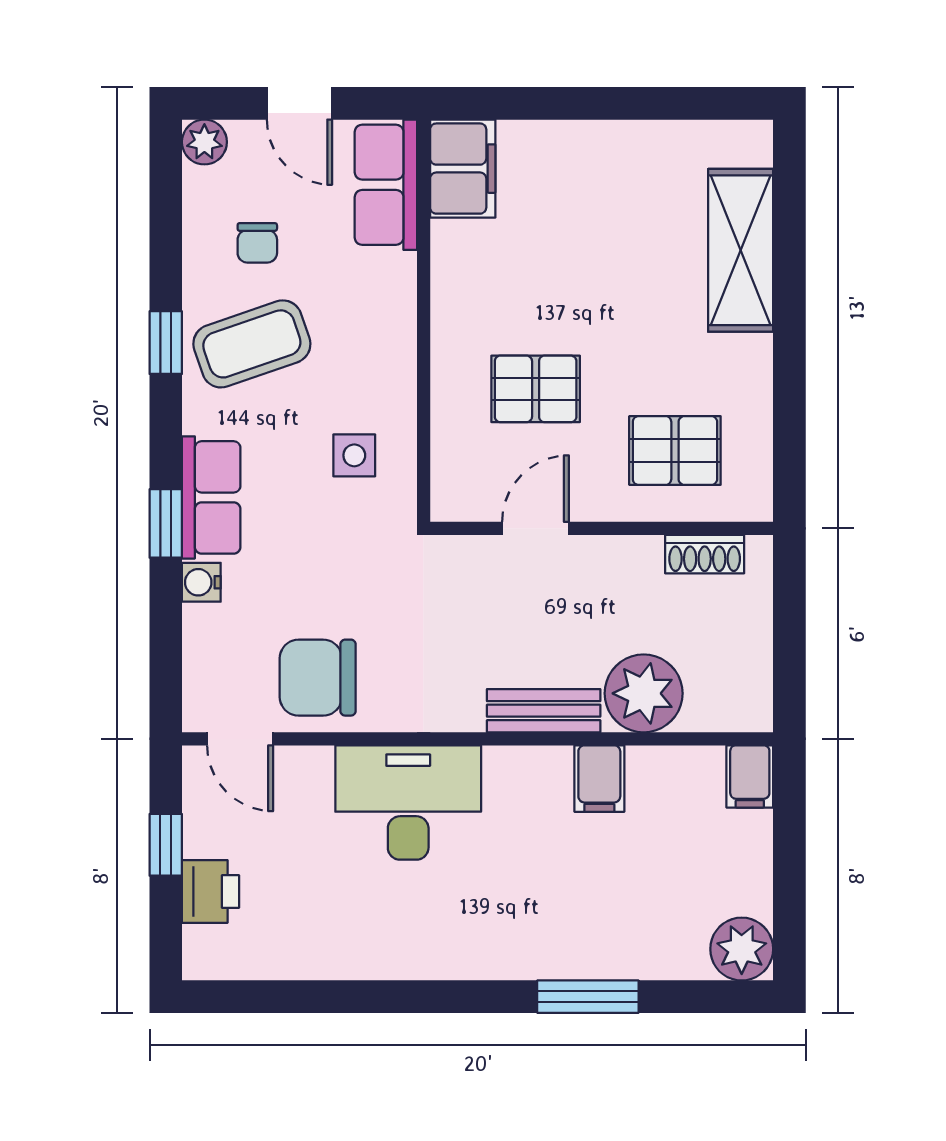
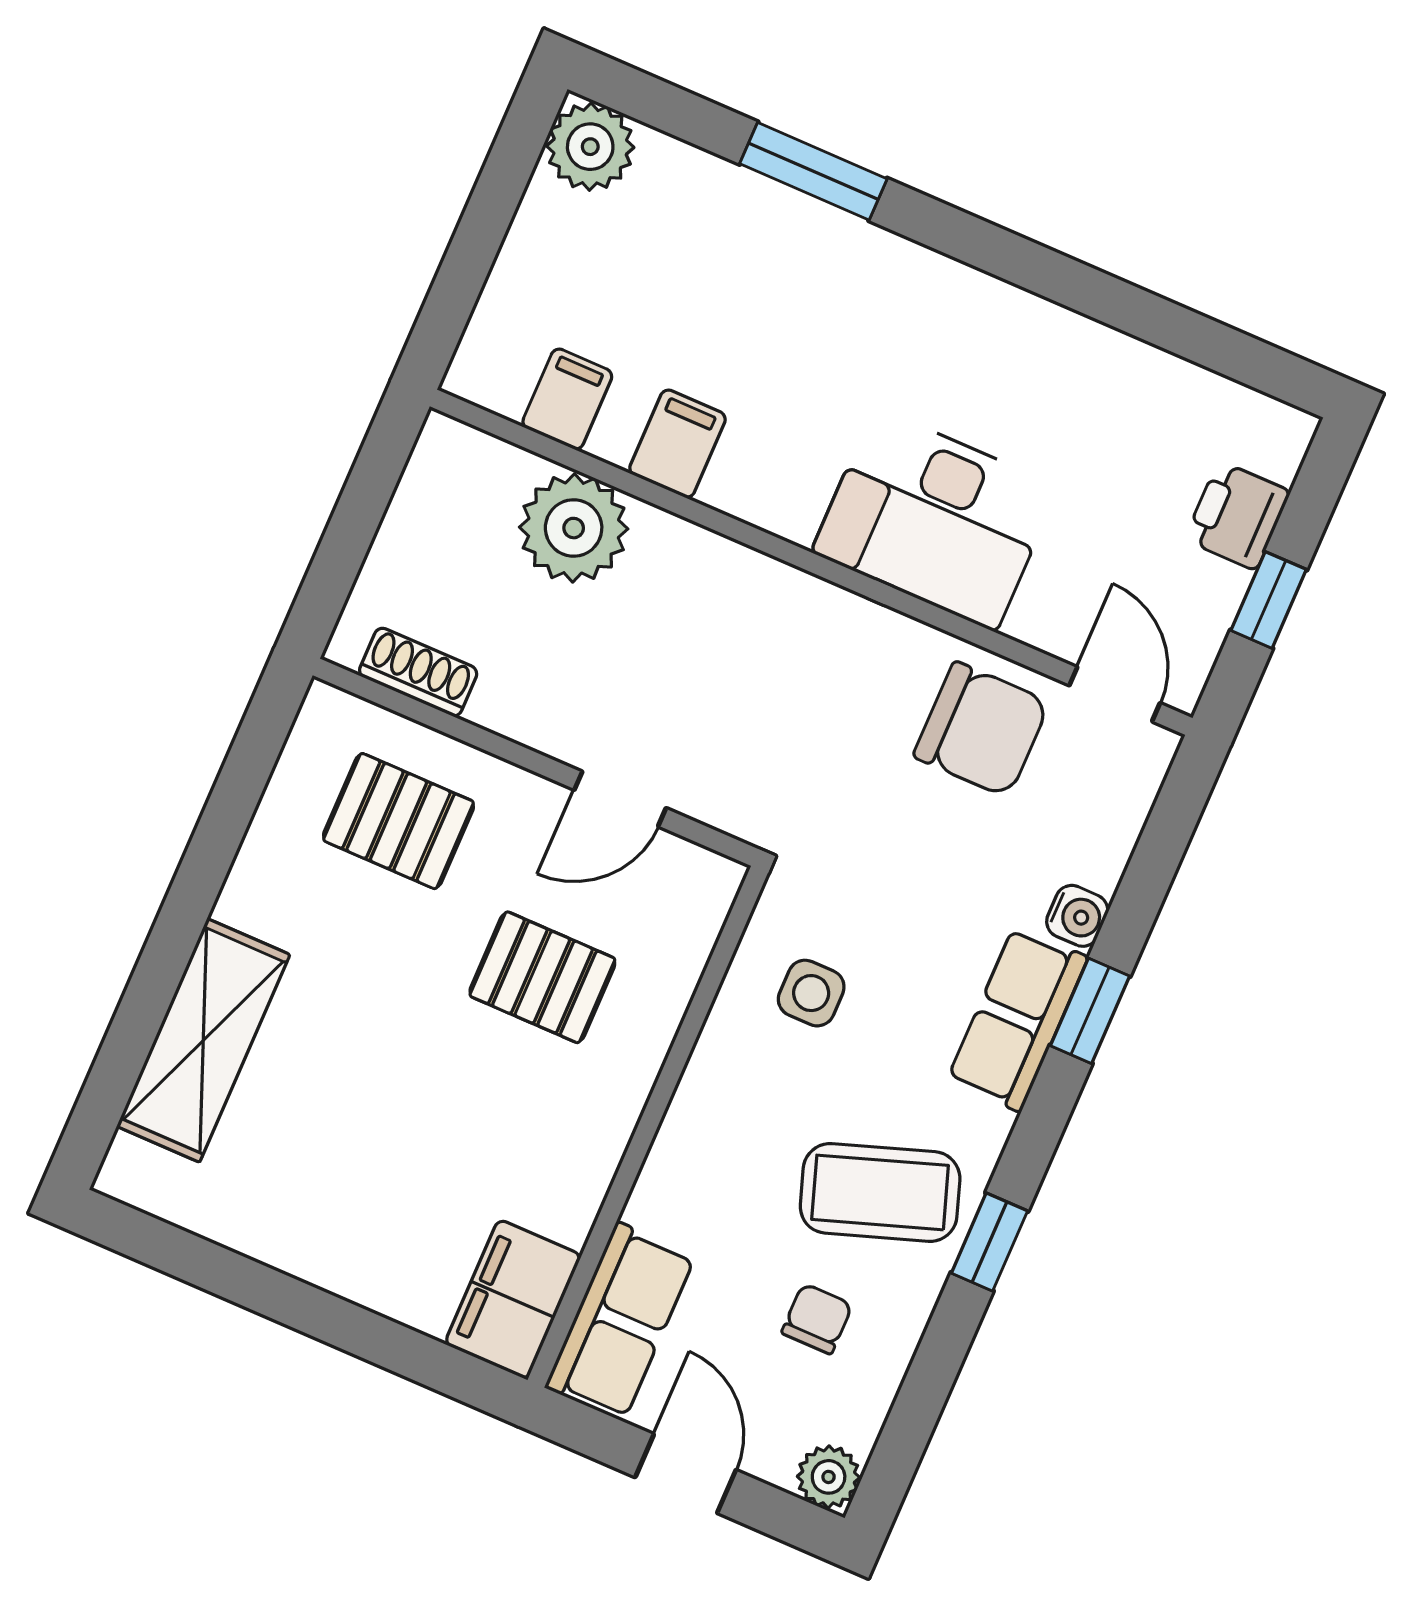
bench: (544, 711) -> (711, 561), removed
filing cabinet: (750, 776) -> (567, 399), moved

